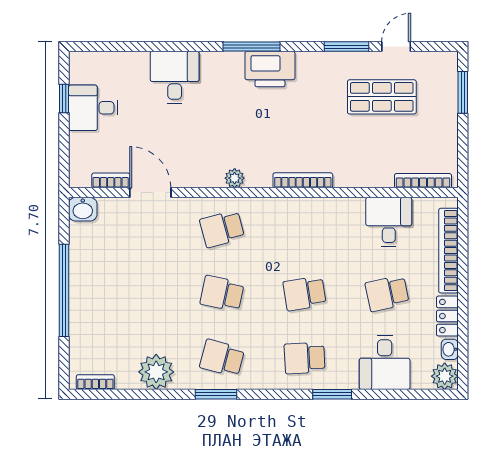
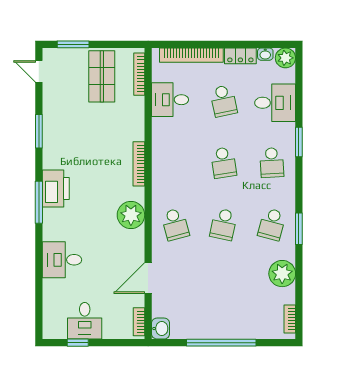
door: (396, 47) -> (39, 71), moved
shop shelf: (382, 97) -> (102, 76), moved
plant: (235, 178) -> (131, 215), width x1.88, depth x1.88
bookcase: (111, 180) -> (139, 322), moved

